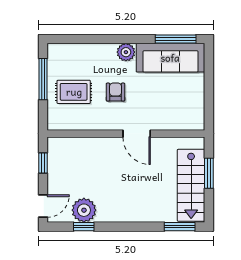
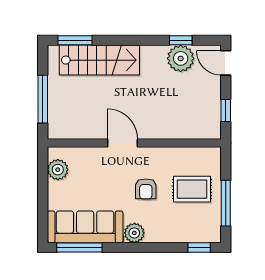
window: (67, 39) -> (199, 248), added
plant: (195, 110) -> (58, 170), added
window: (209, 173) -> (43, 99), width x1.44
stairs: (191, 185) -> (99, 60), moved, turned 90
door: (43, 206) -> (226, 63), hinge flipped

